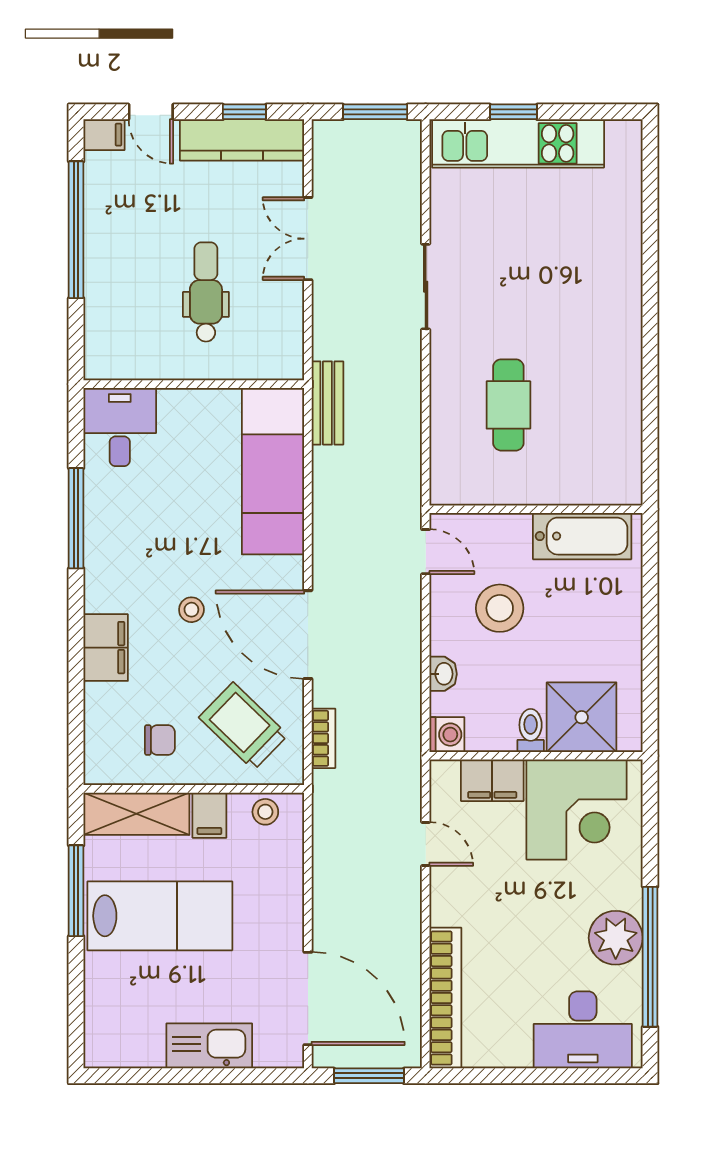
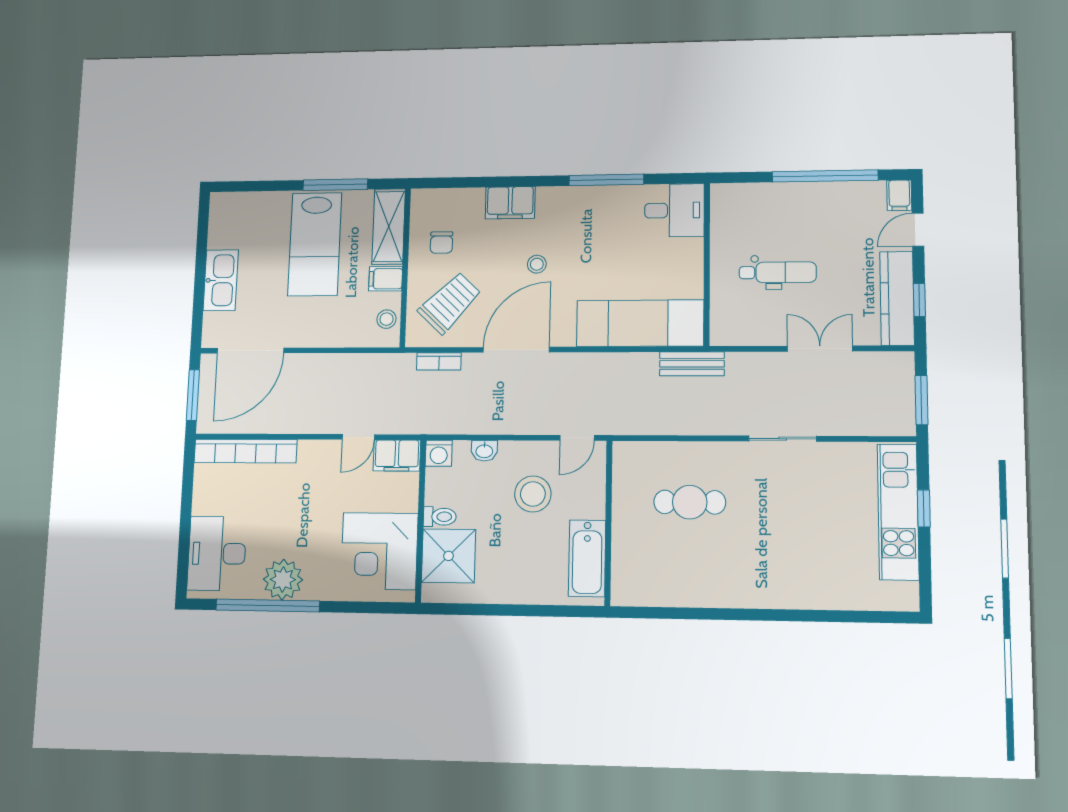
filing cabinet: (492, 780) -> (397, 455), moved, turned -90

